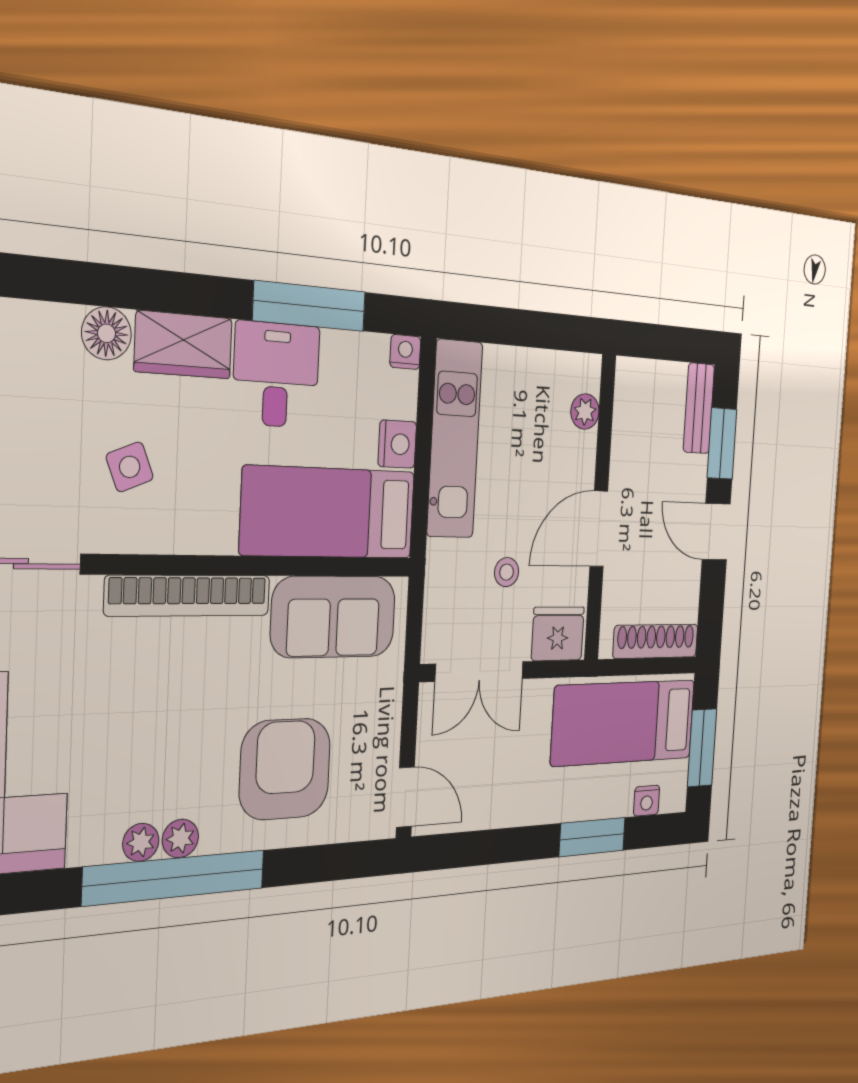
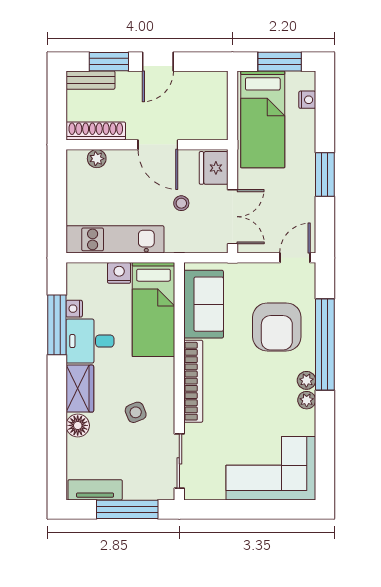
nightstand: (405, 352) -> (74, 309), moved
shoe rack: (656, 641) -> (96, 131), moved, turned 90
armchair: (285, 769) -> (277, 327), turned -90
window: (592, 837) -> (325, 175), moved
window: (175, 878) -> (325, 345), moved

